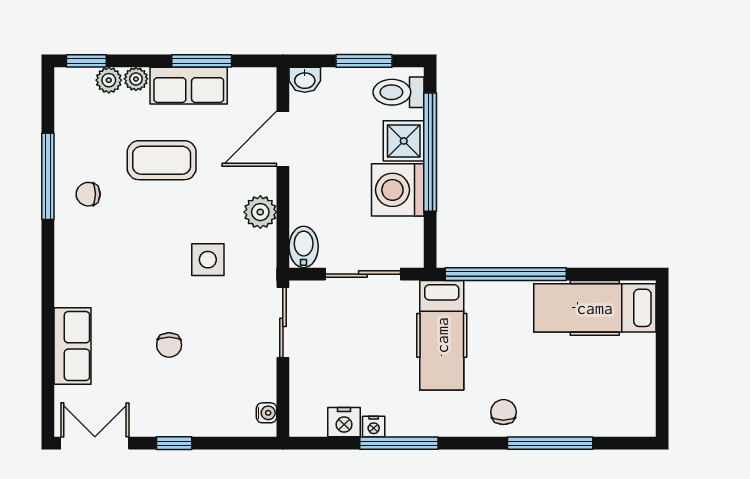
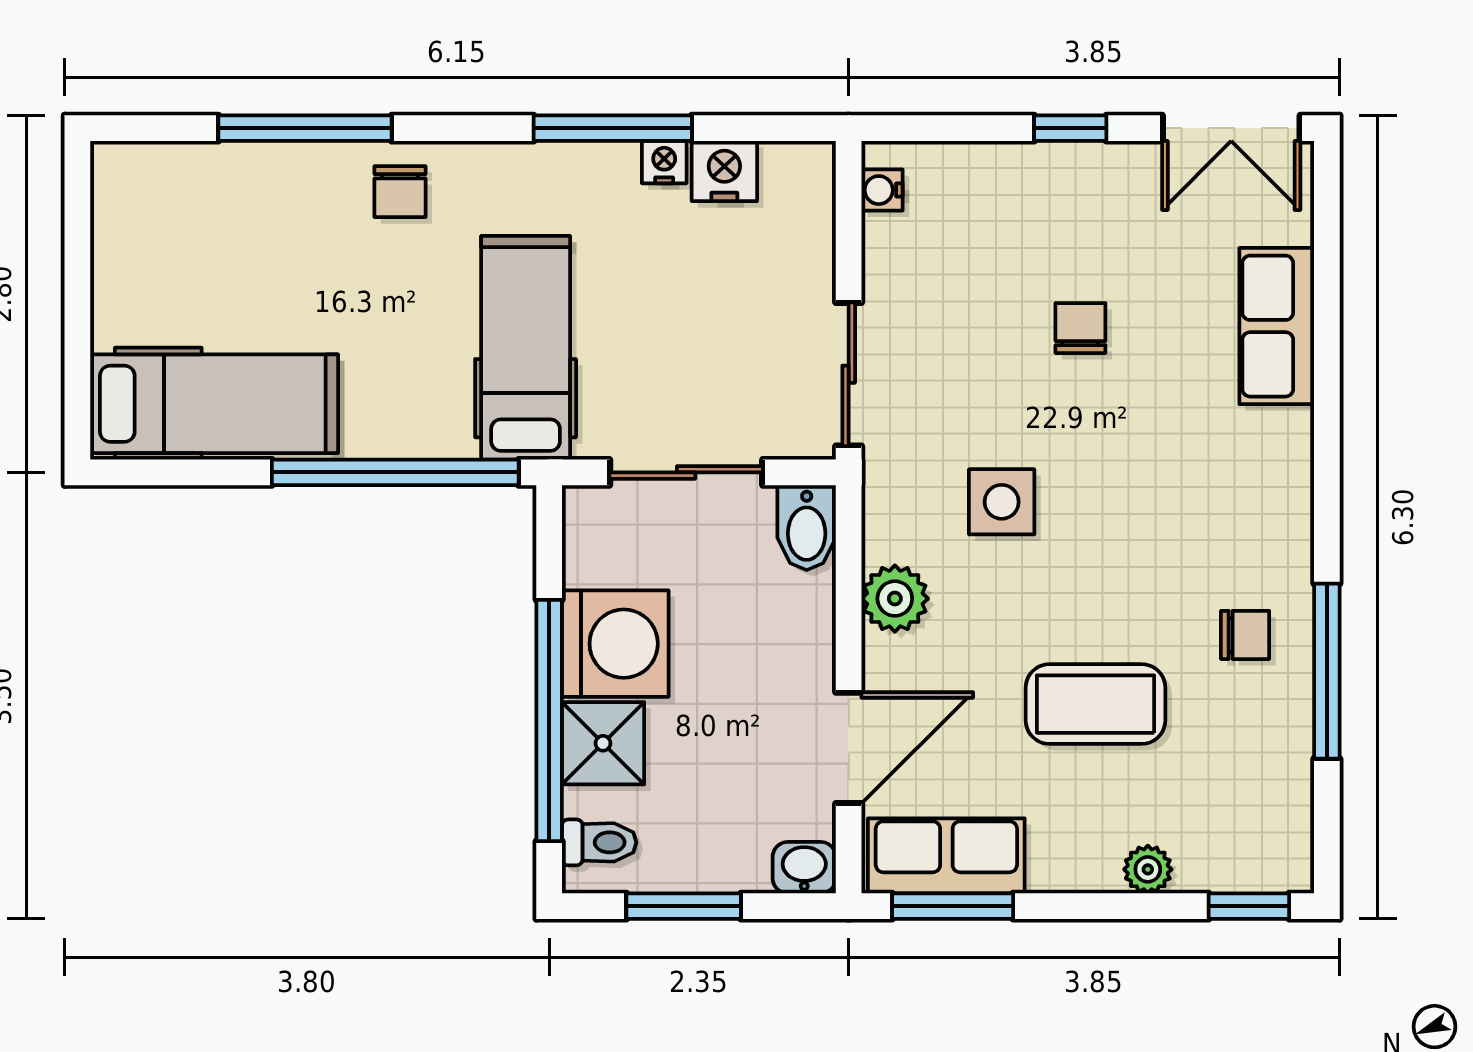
window: (202, 61) -> (953, 906), moved
plant: (109, 80) -> (1203, 867), removed
row of seats: (189, 86) -> (946, 856), moved
toilet: (399, 92) -> (599, 842), width x0.73, depth x0.72

